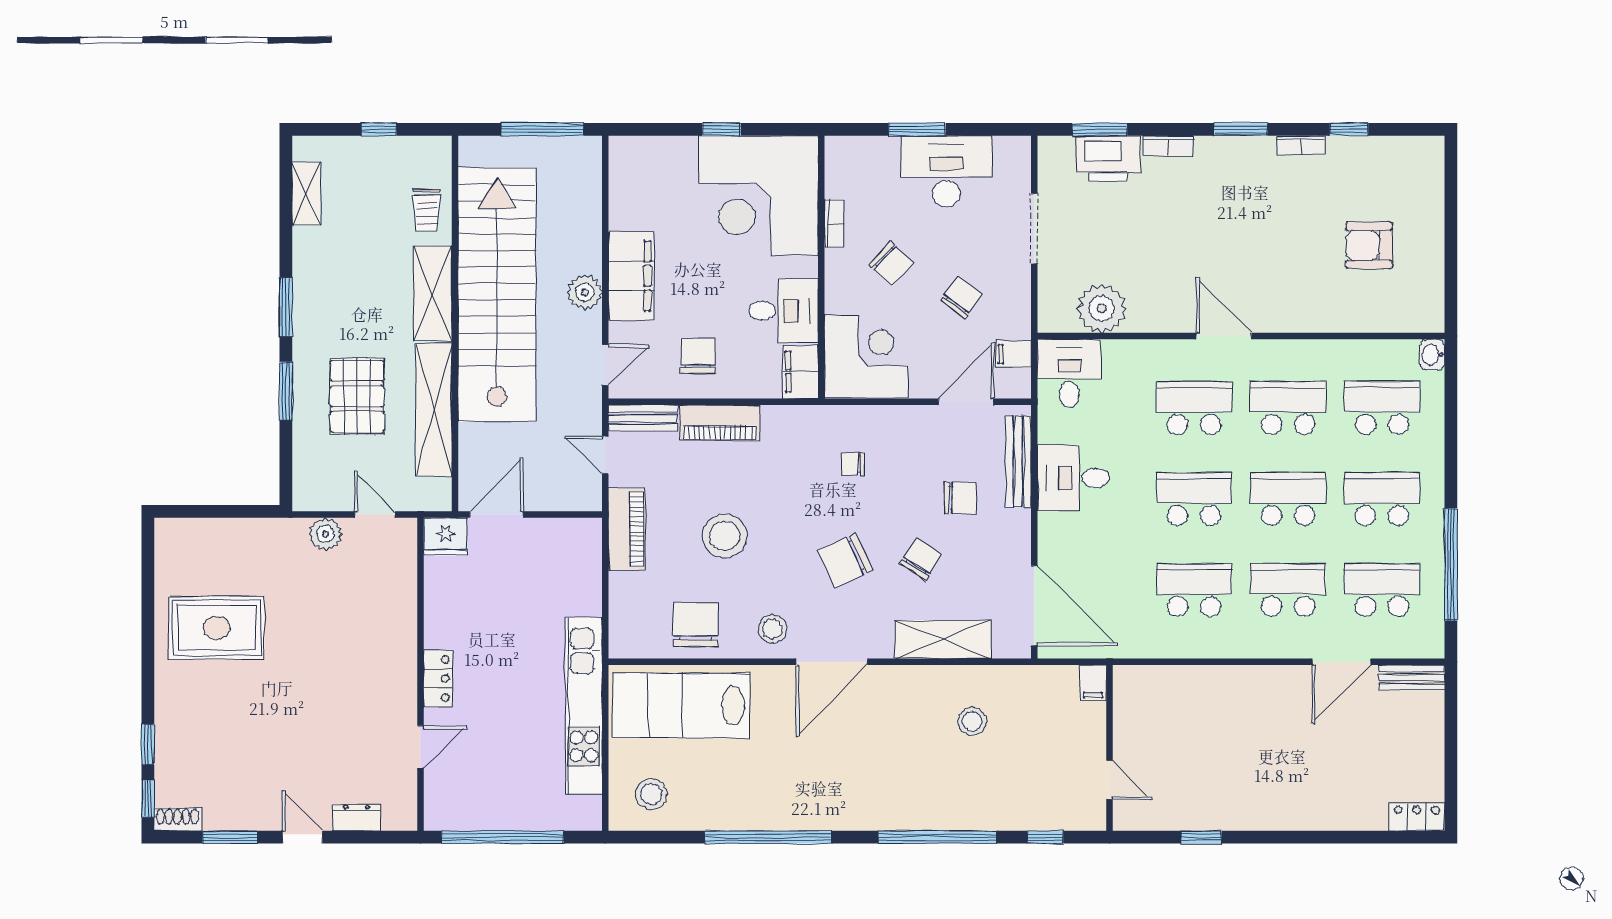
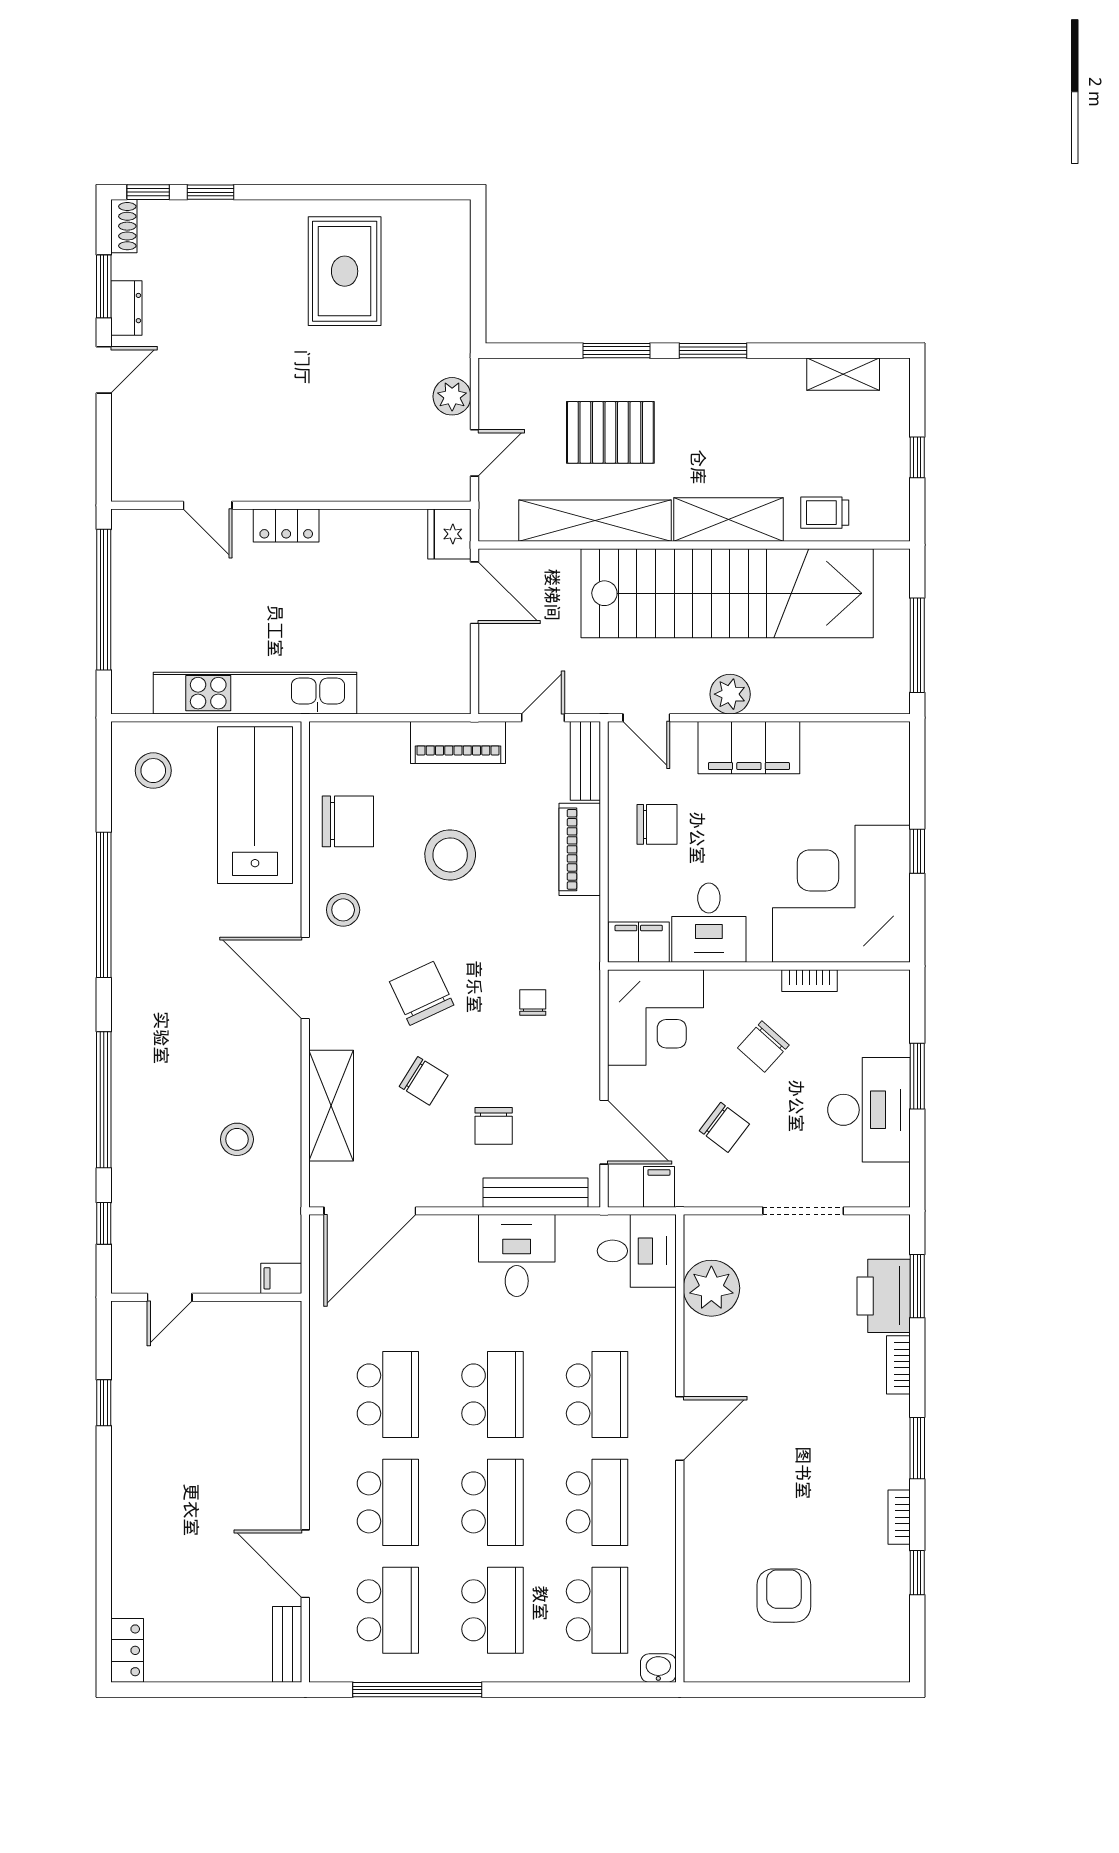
dresser: (357, 818) -> (126, 308), moved

